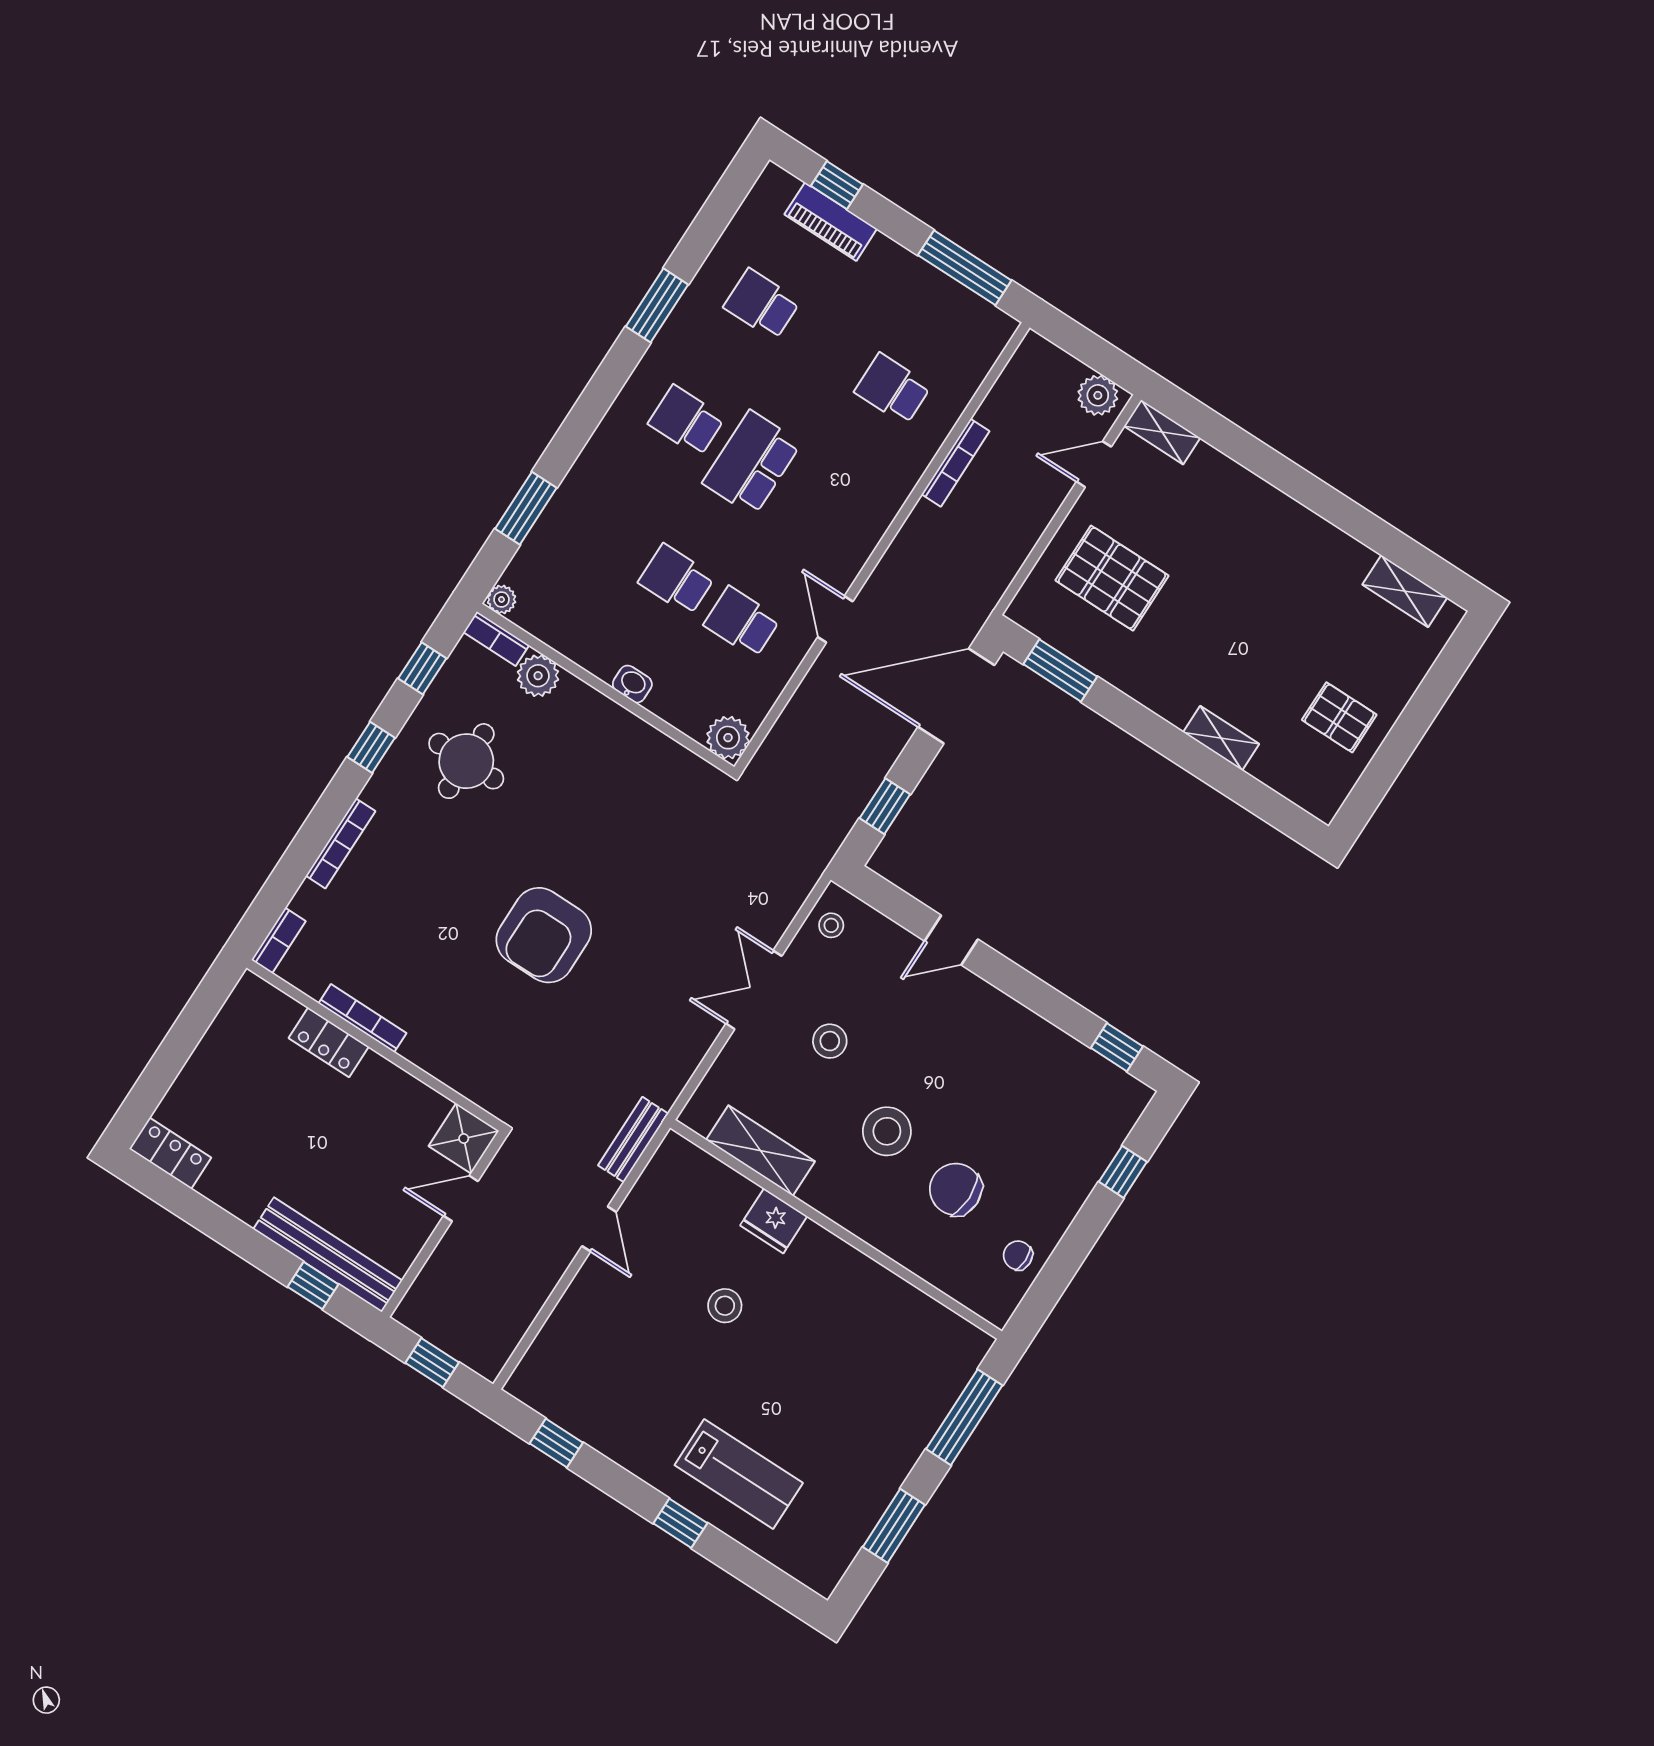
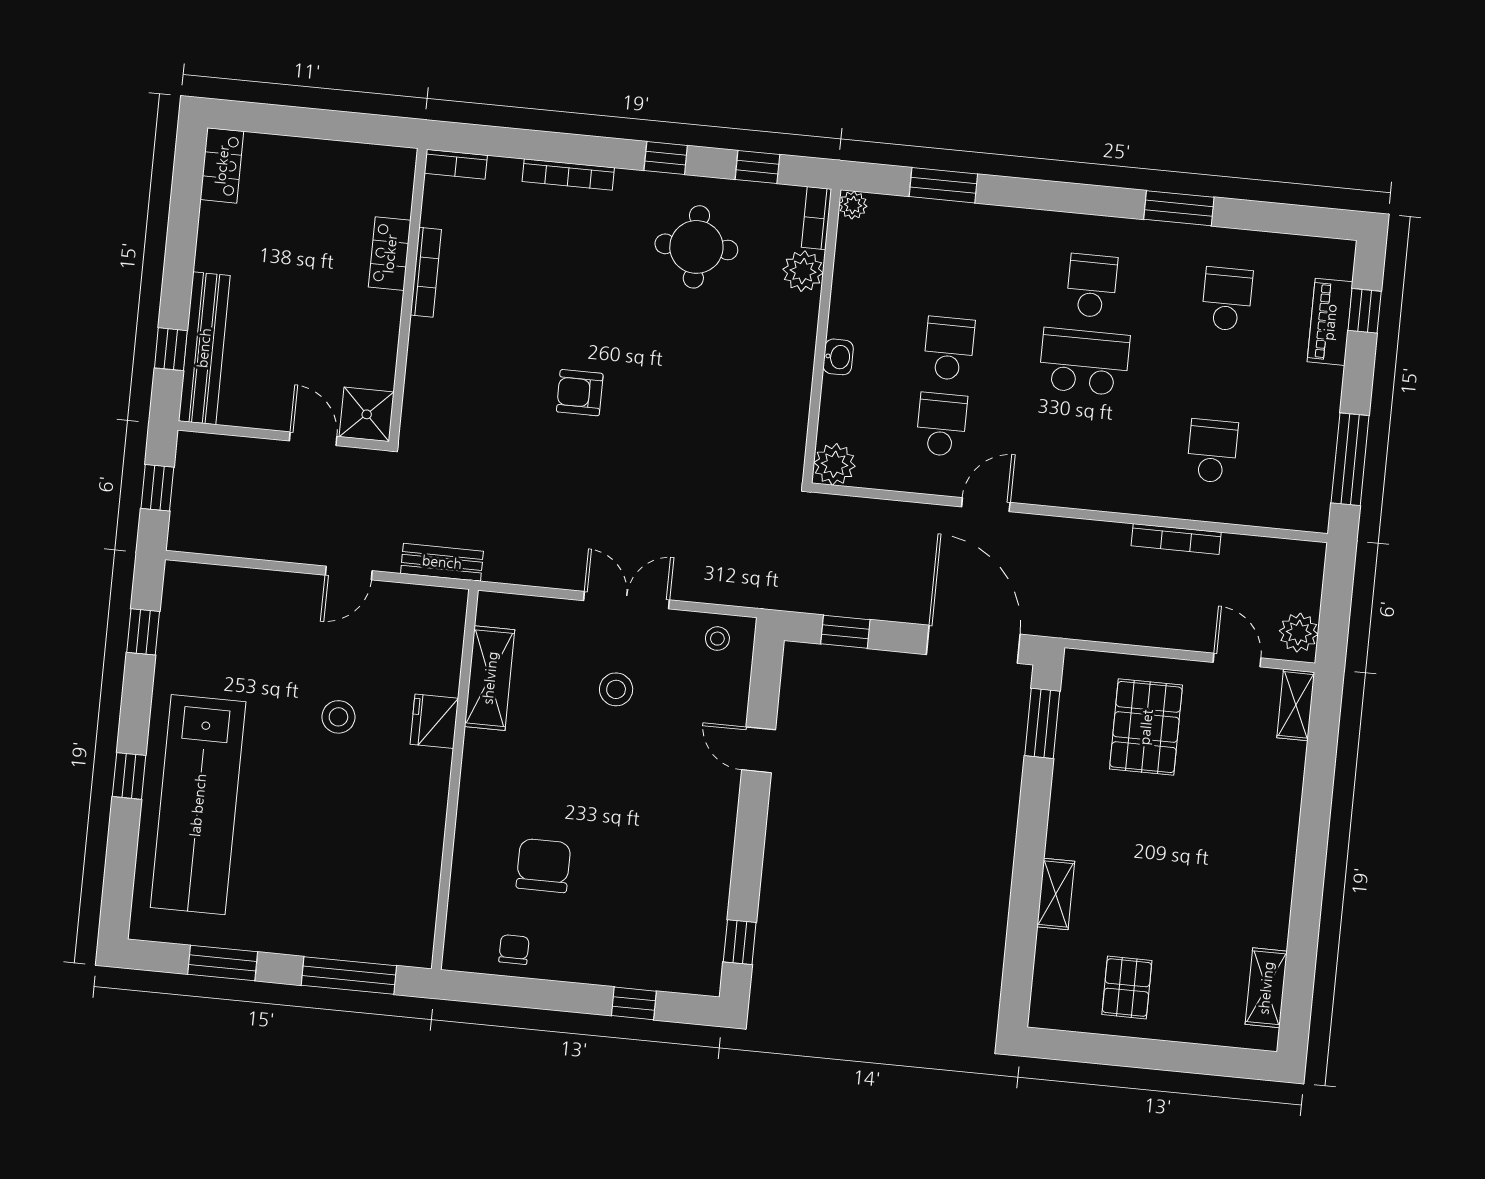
armchair: (544, 935) -> (580, 393), width x0.53, depth x0.53
stool: (887, 1131) -> (563, 780), removed
lab bench: (739, 1474) -> (198, 805), width x1.86, depth x1.39

